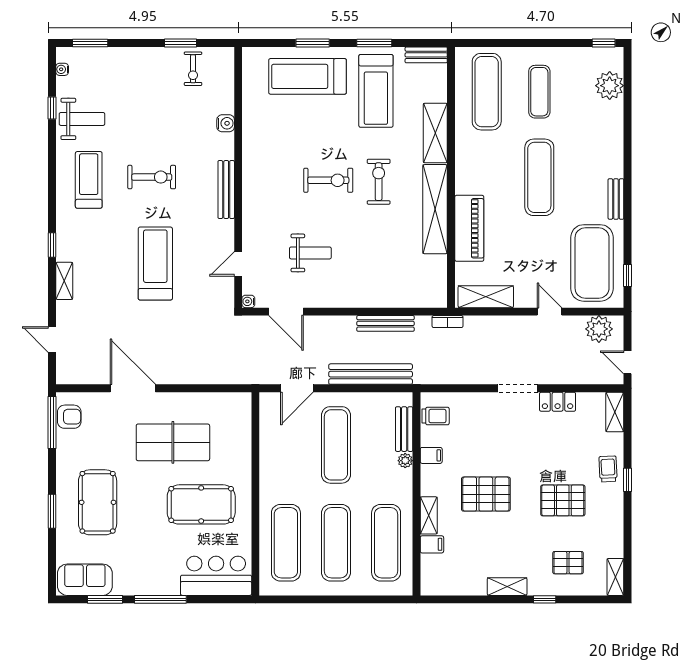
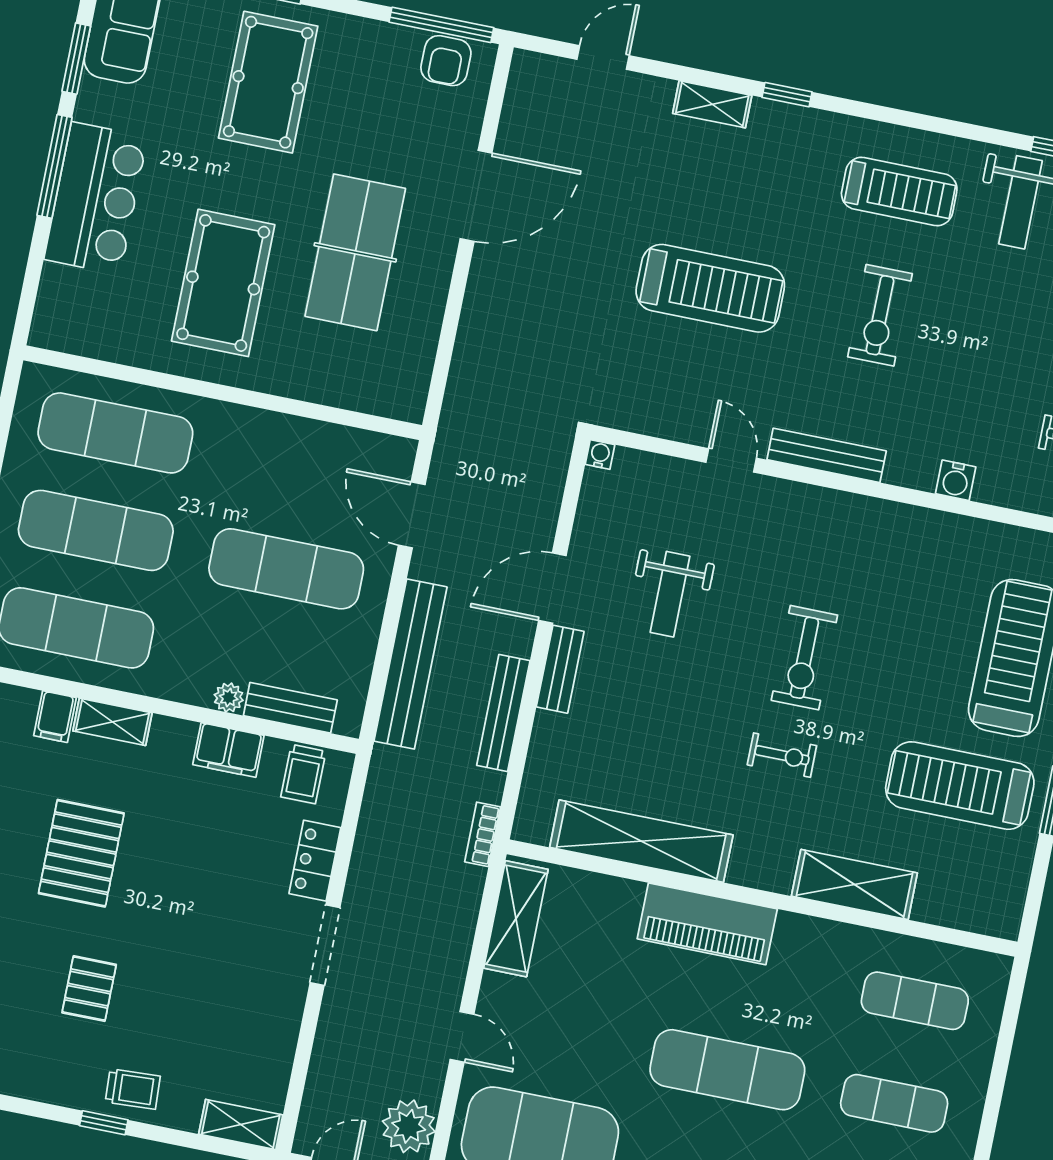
bench: (426, 55) -> (560, 669), moved
exercise mat: (487, 92) -> (915, 1001), width x0.73, depth x0.69
exercise bike: (379, 182) -> (782, 755), width x0.73, depth x0.72
shelving: (435, 209) -> (641, 841), moved
piano: (469, 228) -> (707, 924), moved
door: (238, 264) -> (731, 460), moved
door: (286, 312) -> (552, 588), moved
door: (549, 312) -> (462, 1037), hinge flipped
locker: (558, 402) -> (315, 861), moved
filing cabinet: (431, 455) -> (228, 750), width x2.00
pallet: (486, 494) -> (81, 853), moved
pallet: (563, 500) -> (89, 989), width x0.67, depth x0.71
pool table: (98, 502) -> (268, 82), turned 90
bar counter: (216, 576) -> (96, 198), moved

